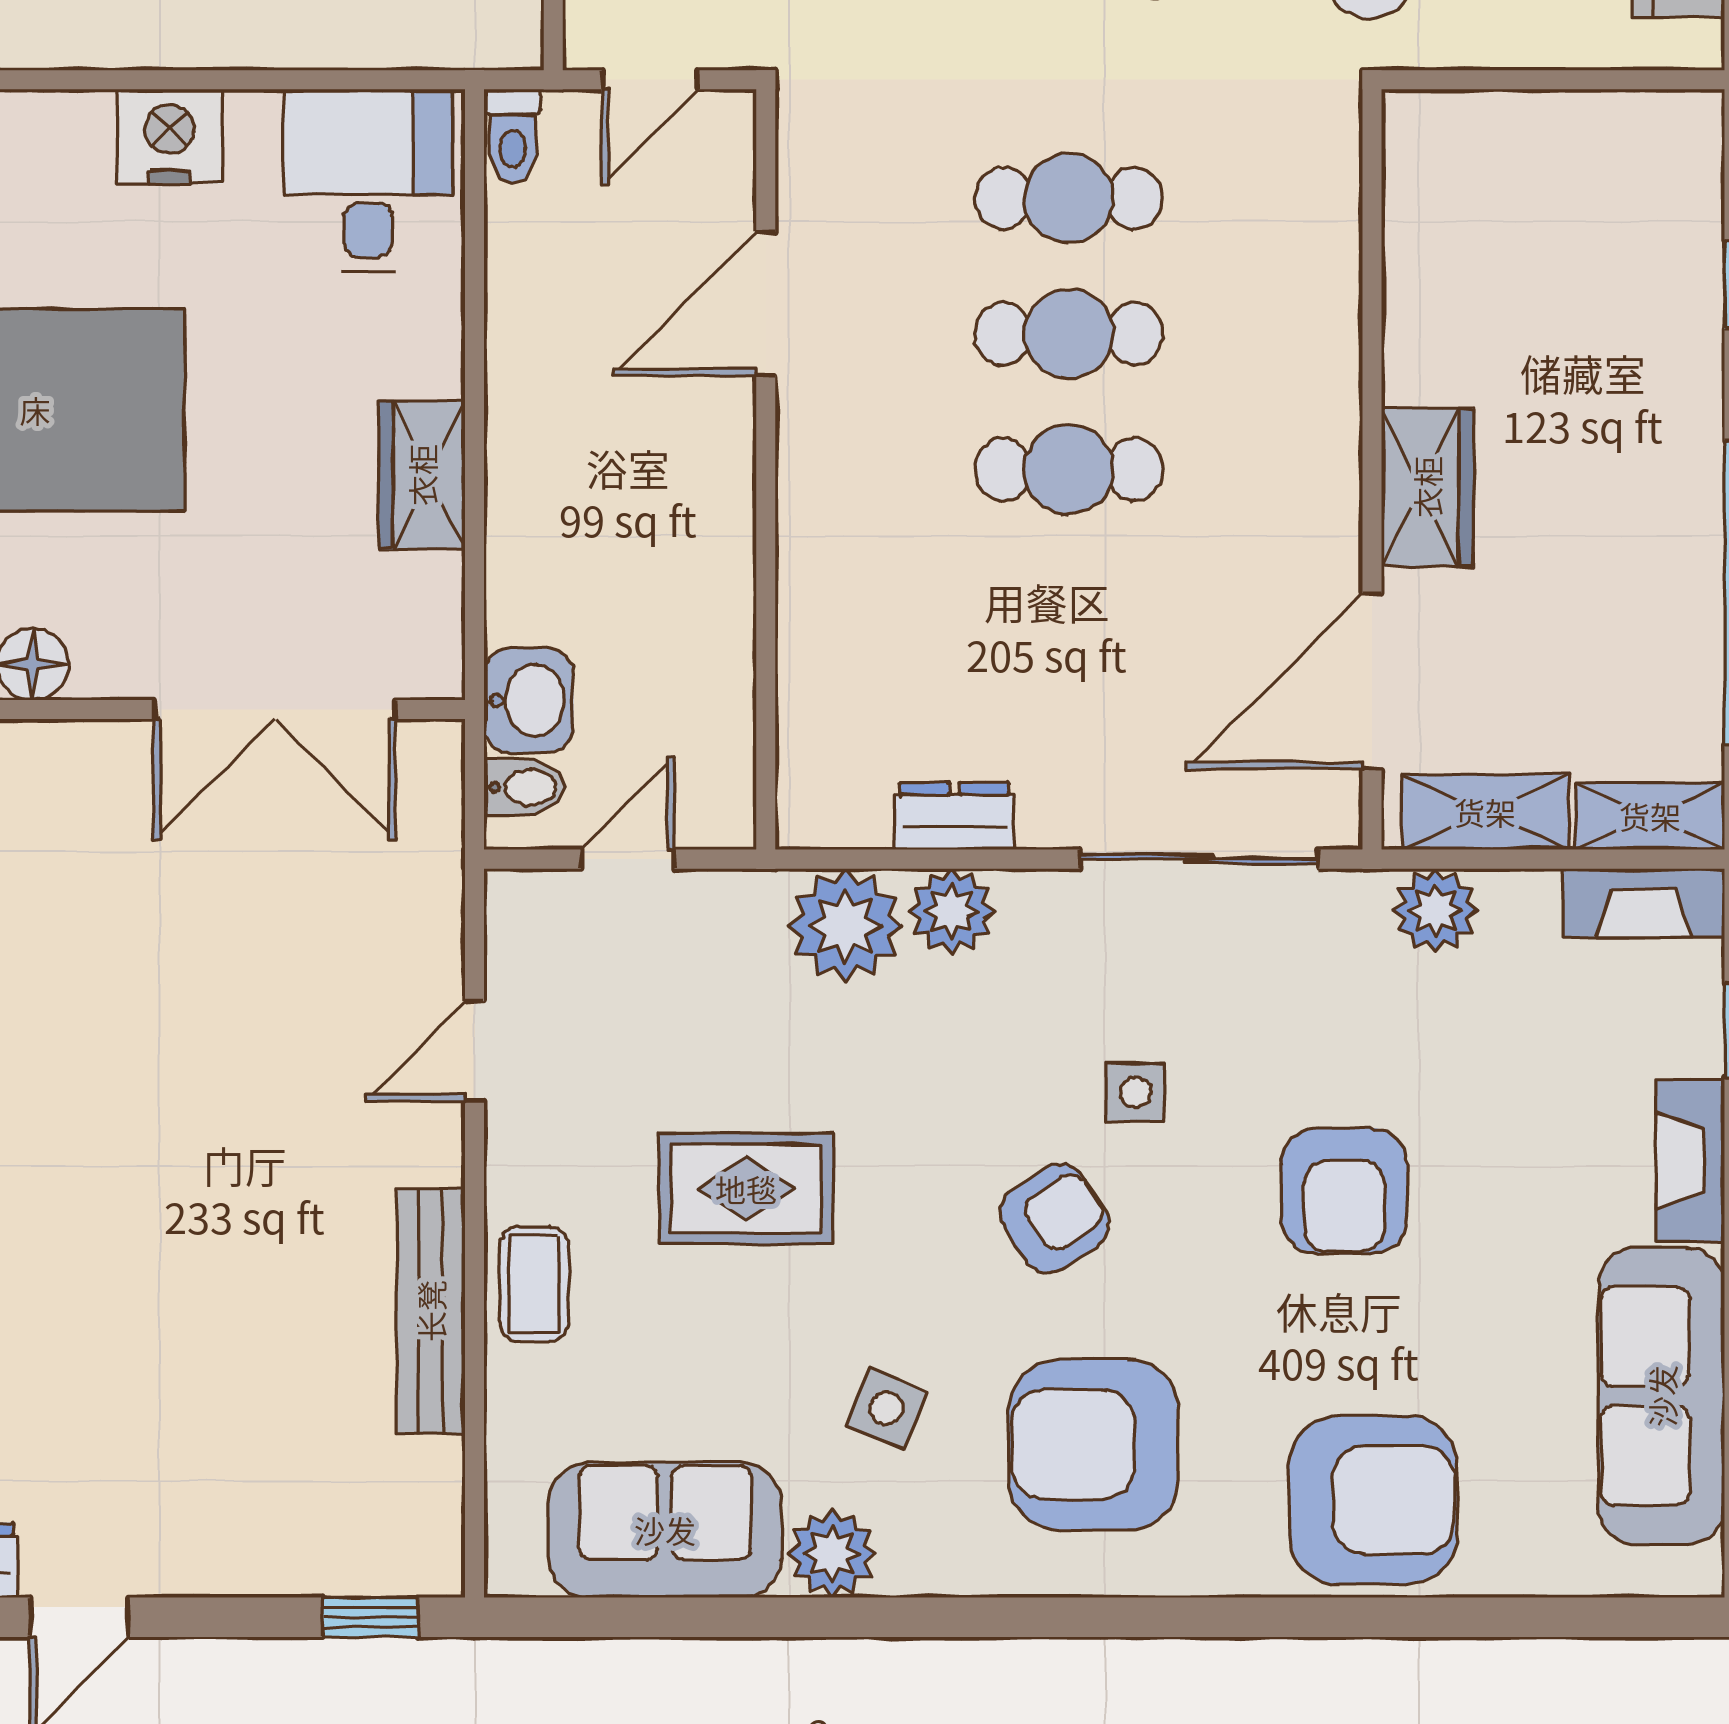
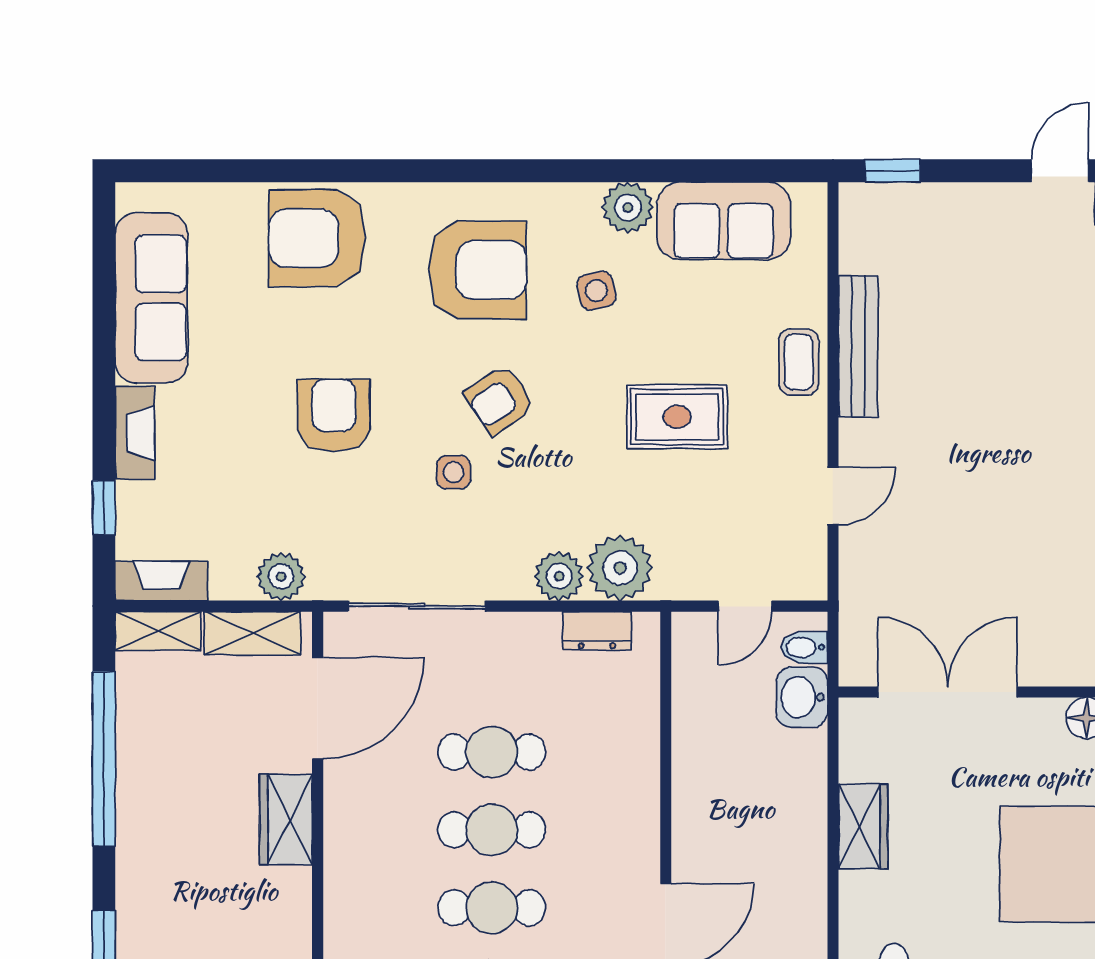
cafe table: (1069, 605) -> (492, 752), added
dresser: (954, 816) -> (597, 631), moved
side table: (887, 1408) -> (596, 291), turned -35

